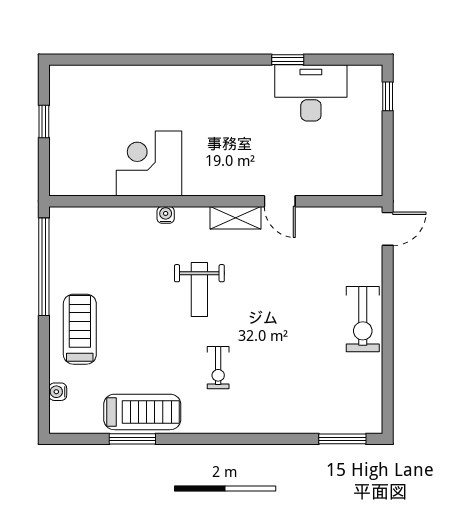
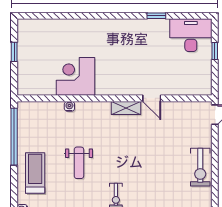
desk: (311, 93) -> (191, 35), moved
window: (388, 96) -> (215, 51), moved
water cooler: (166, 215) -> (69, 106), moved
weight bench: (199, 290) -> (79, 163), moved

